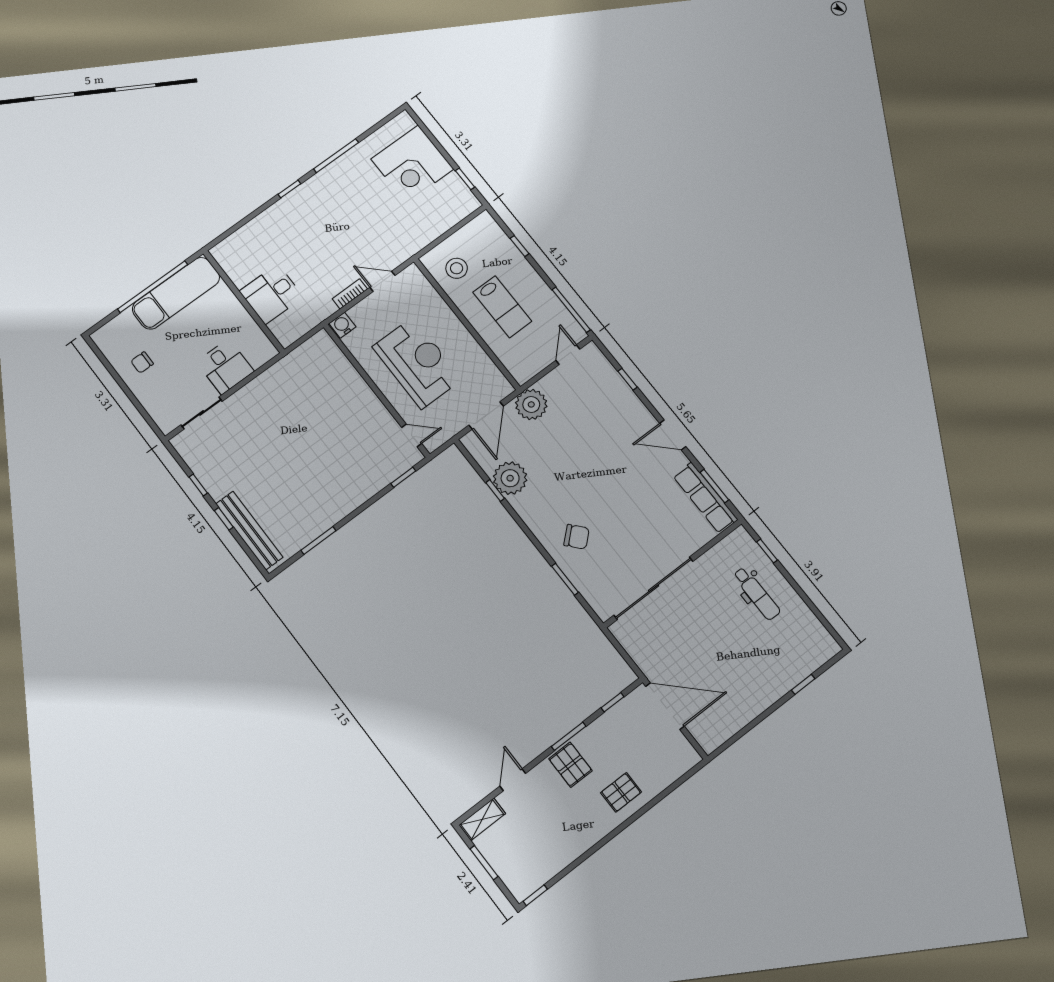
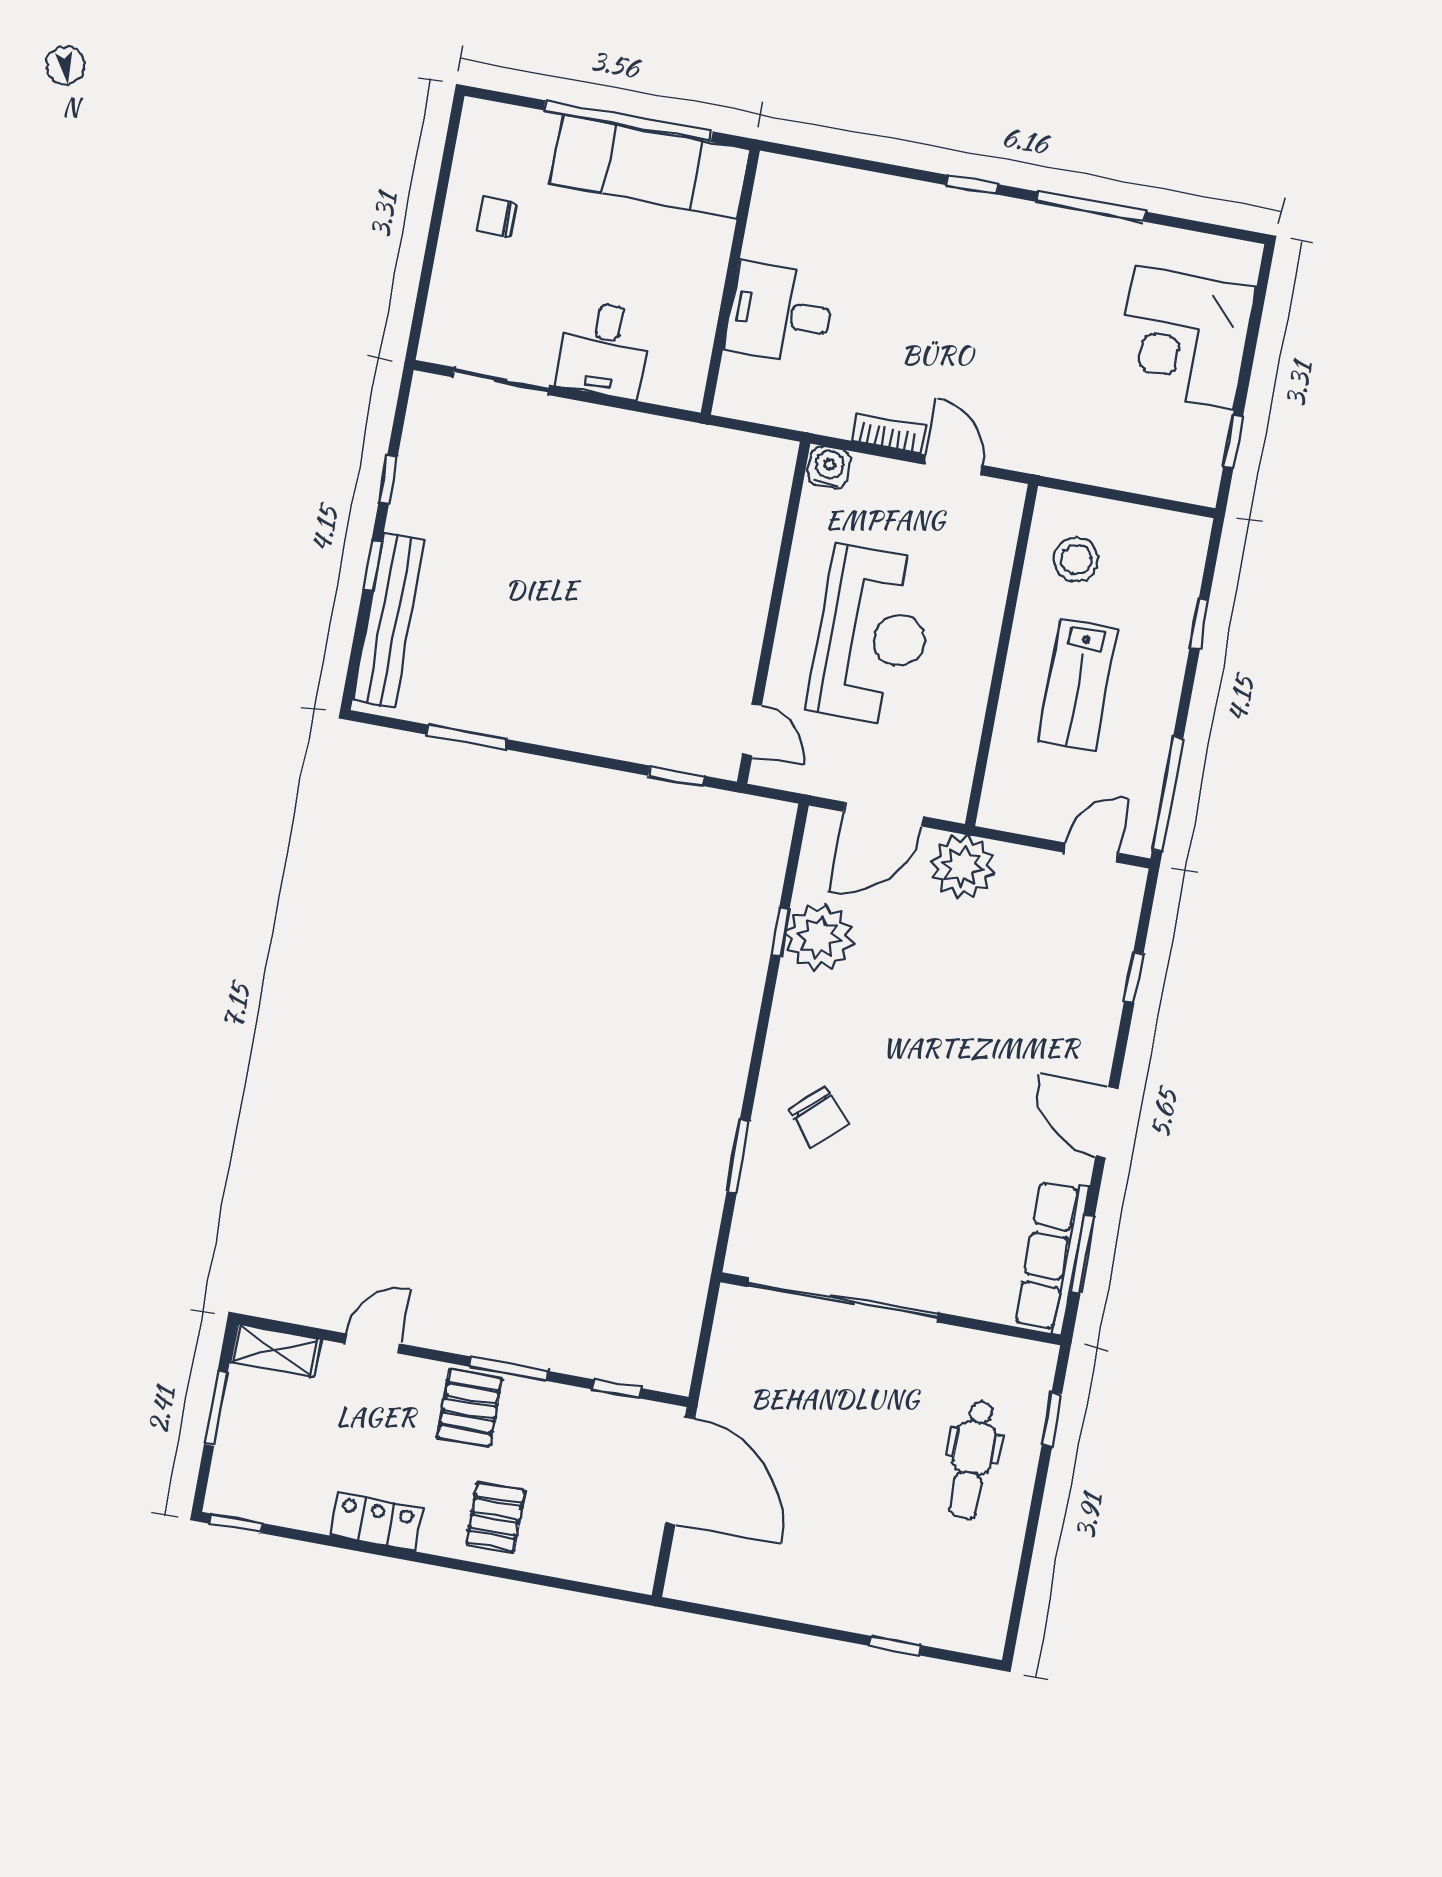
pallet: (621, 792) -> (495, 1517), turned 90
locker: (583, 840) -> (376, 1522), added

